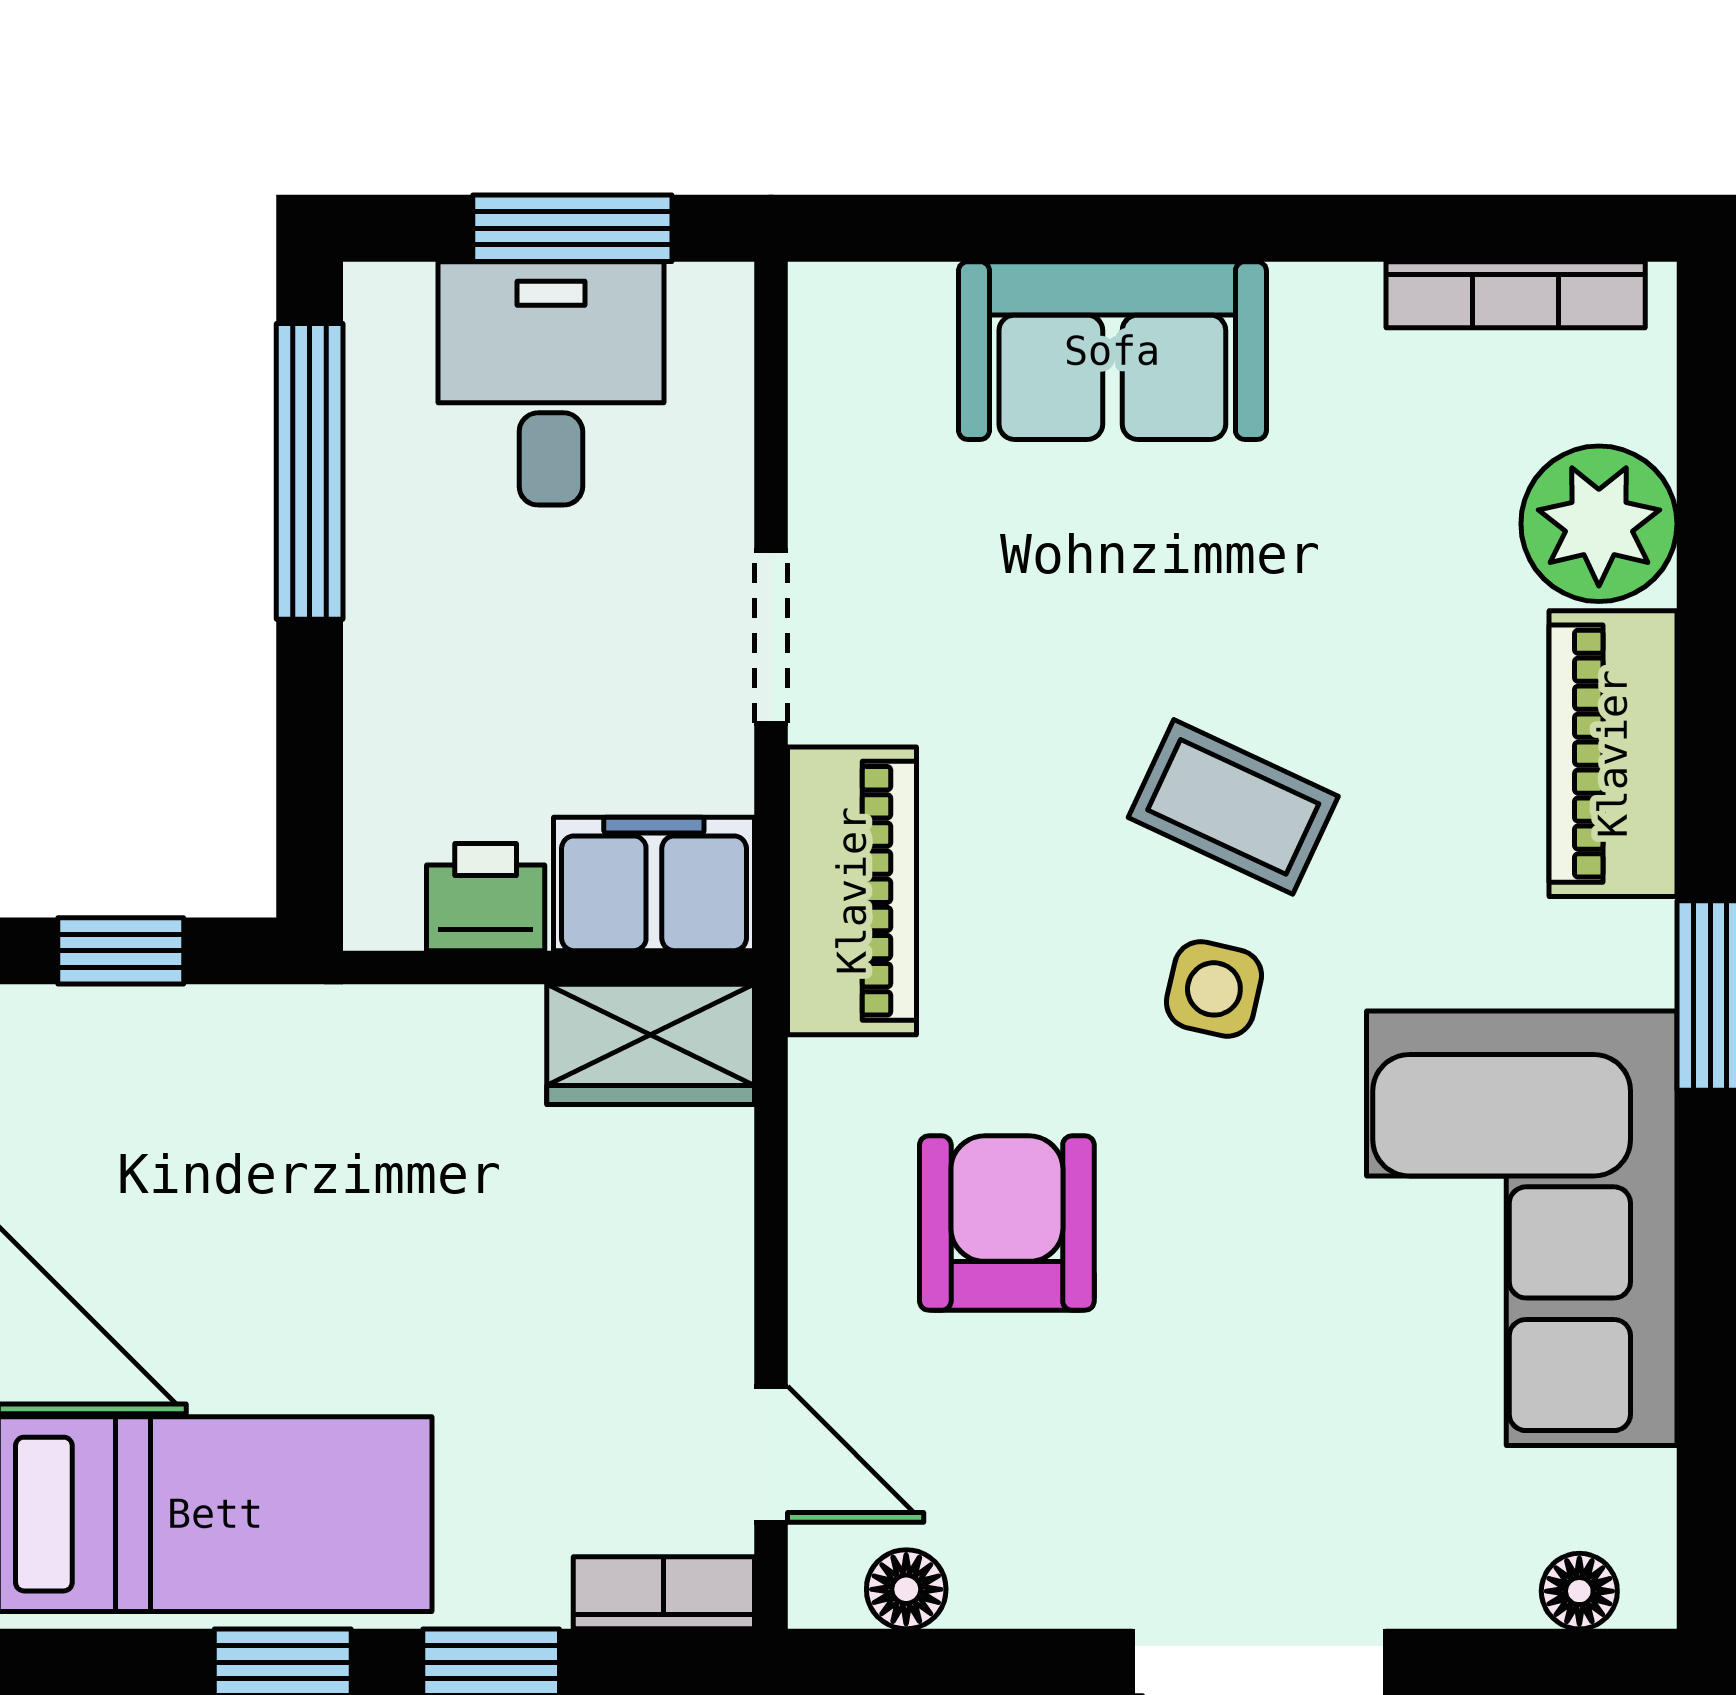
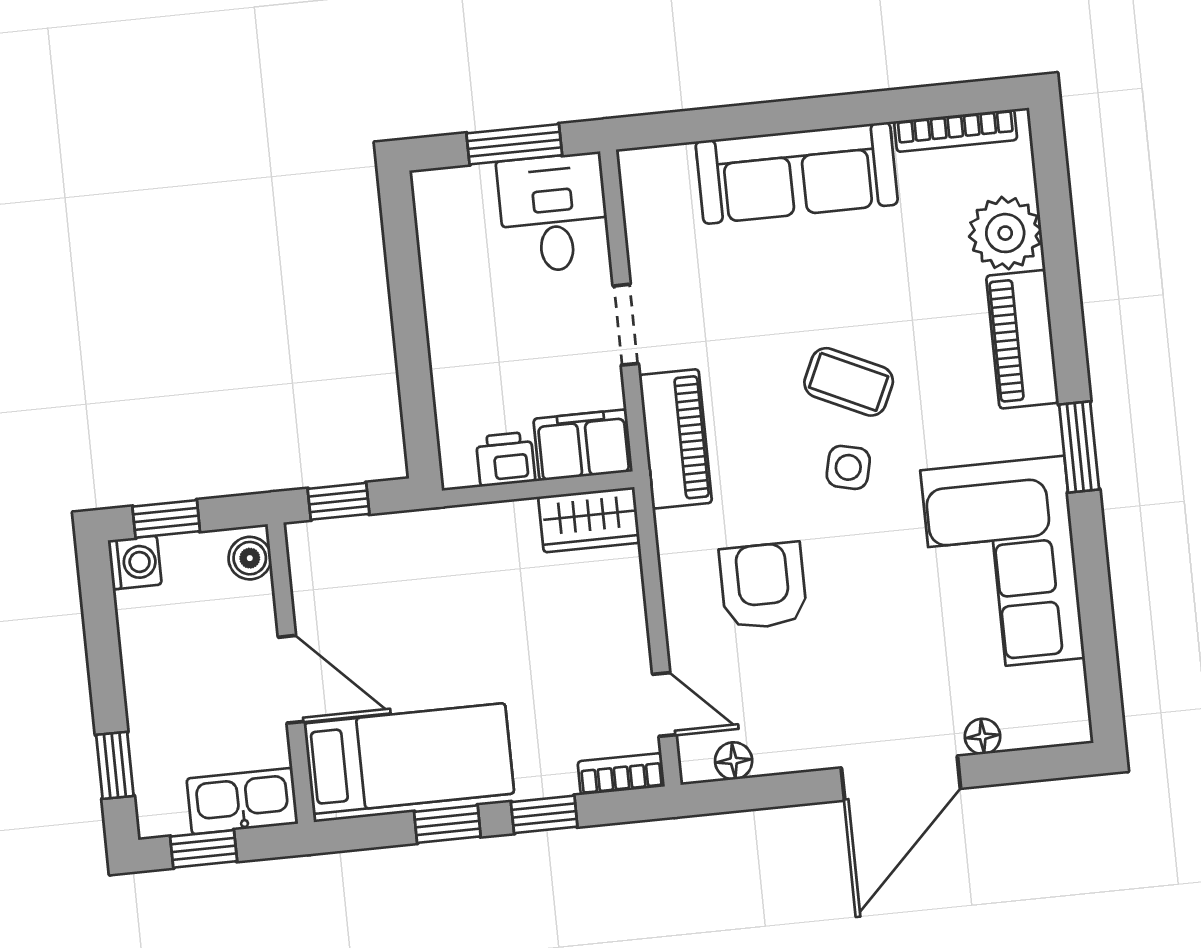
sofa: (1112, 351) -> (797, 173), width x1.36
desk: (551, 383) -> (554, 213), moved
window: (310, 471) -> (404, 270), removed
floor lamp: (1579, 1591) -> (983, 736), moved

